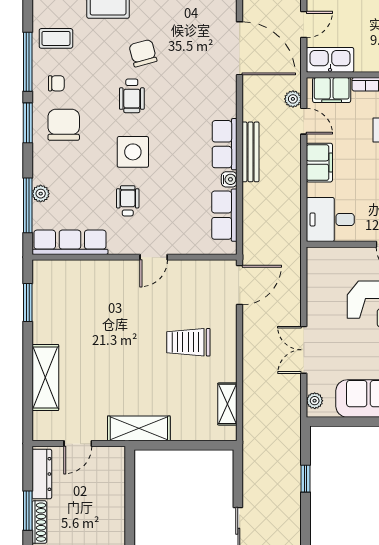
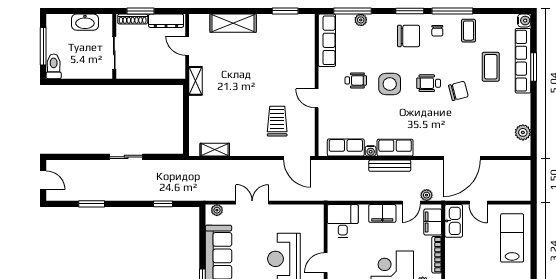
trolley: (188, 342) -> (277, 121), moved
shelving: (139, 428) -> (195, 81), width x0.67, depth x0.75

